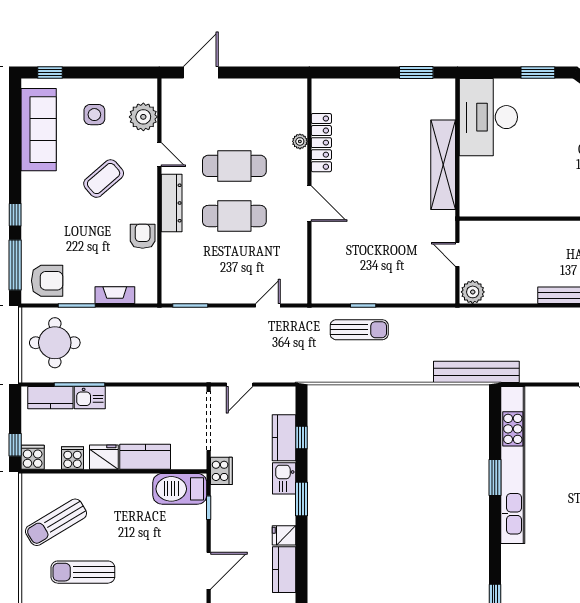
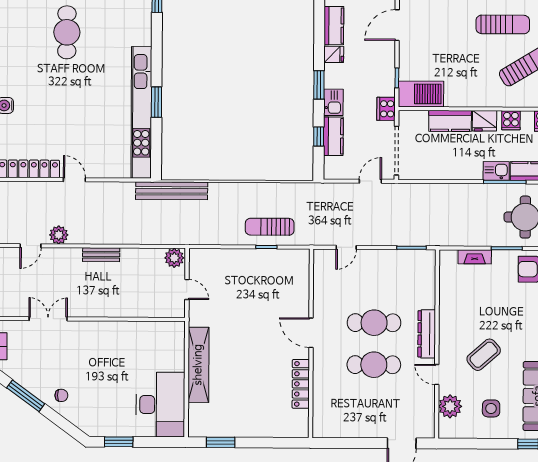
plant: (300, 141) -> (319, 385), removed
armchair: (143, 236) -> (451, 306), removed

